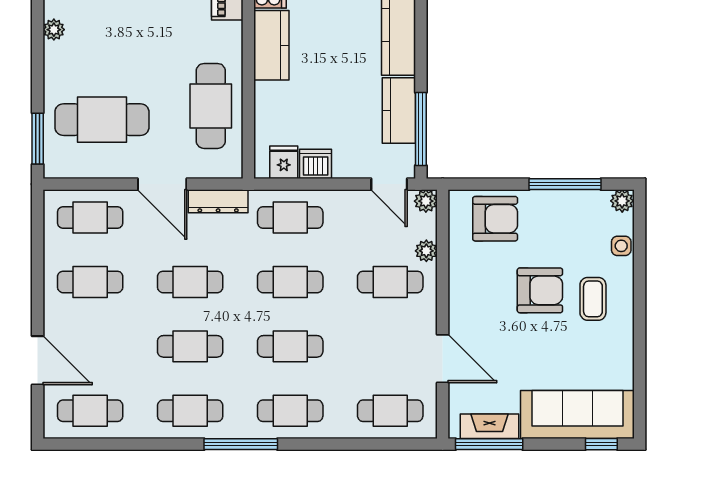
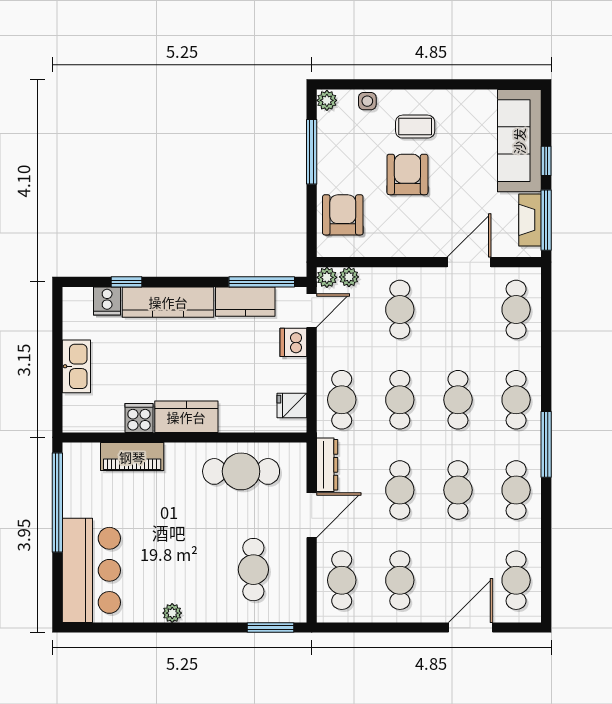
cafe table: (102, 120) -> (253, 570), width x0.73, depth x0.74
dishwasher: (316, 164) -> (293, 342), moved
plant: (426, 251) -> (349, 277), moved
window: (601, 444) -> (546, 161), moved

